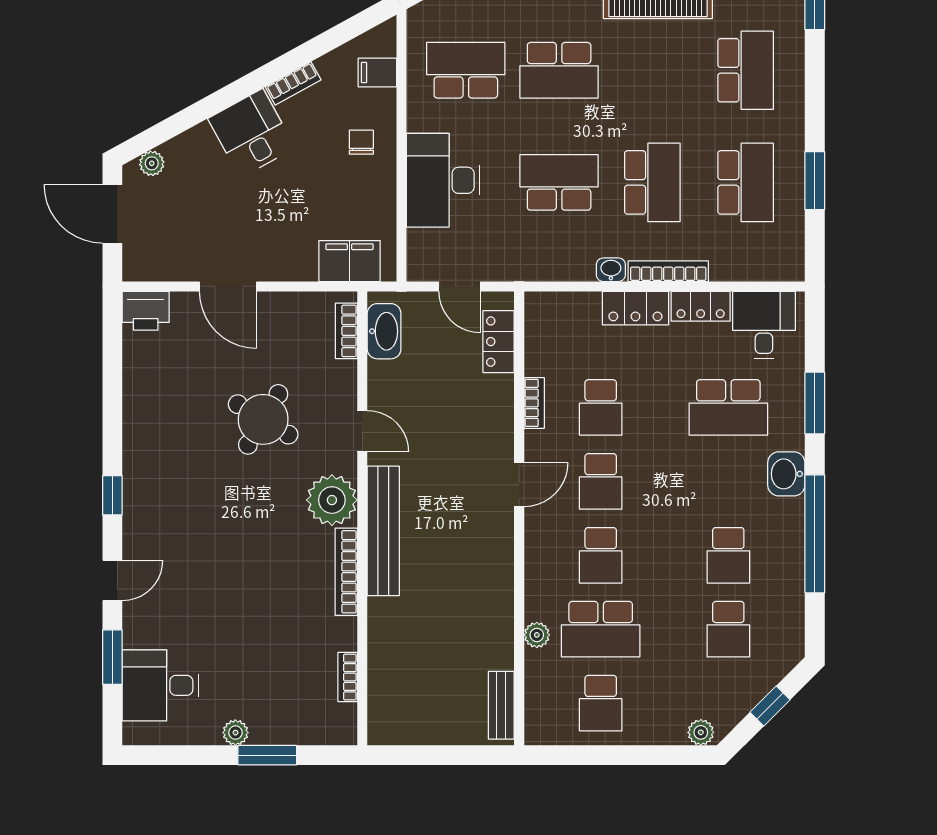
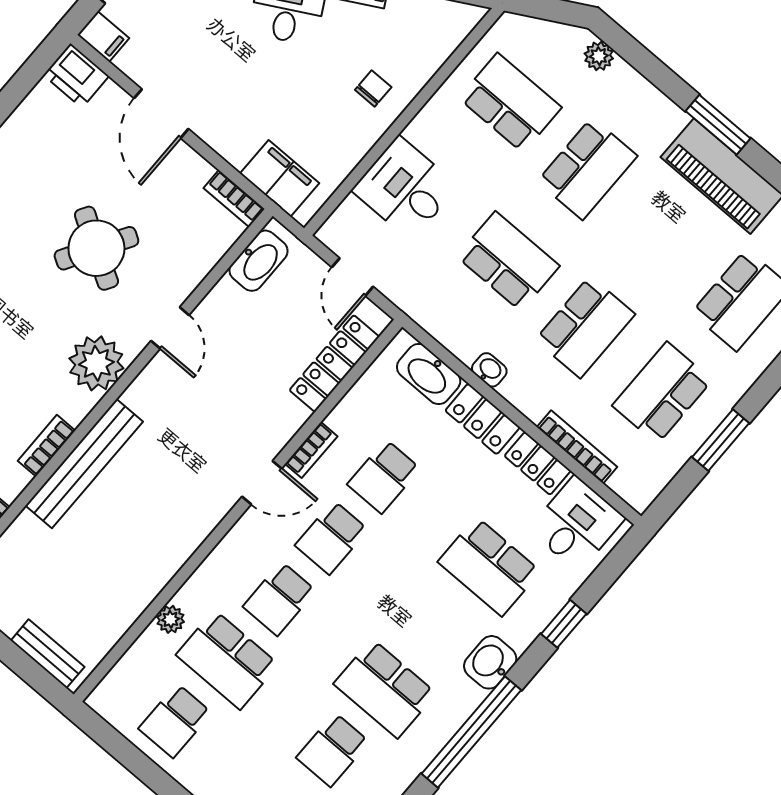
school desk: (559, 70) -> (587, 169), turned -90
filing cabinet: (377, 72) -> (103, 37), moved, turned 180
desk: (443, 180) -> (405, 188), width x0.73
school desk: (746, 182) -> (662, 393), turned 180
bookcase: (668, 271) -> (577, 447), moved
washbasin: (571, 309) -> (429, 374), added
bookcase: (346, 331) -> (234, 199), moved, turned -90
locker: (499, 342) -> (334, 363), width x1.53
bookcase: (534, 403) -> (311, 450), moved
window: (815, 403) -> (564, 624), width x0.67
bench: (383, 531) -> (84, 464), moved
school desk: (728, 555) -> (385, 689), width x1.85
bookcase: (346, 572) -> (46, 446), width x0.64
bench: (501, 705) -> (48, 654), moved, turned 90

